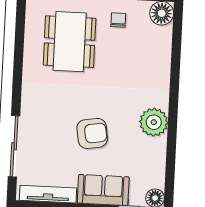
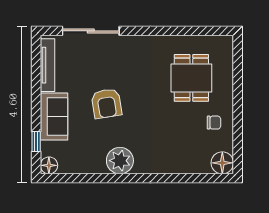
dining table: (70, 42) -> (191, 78), width x0.73

